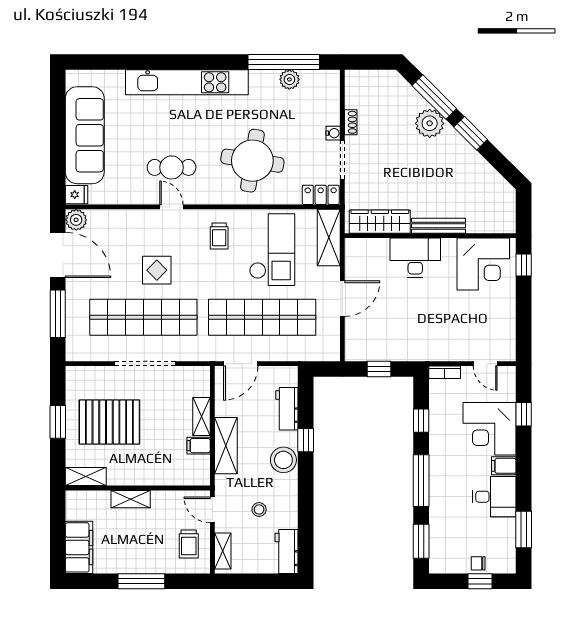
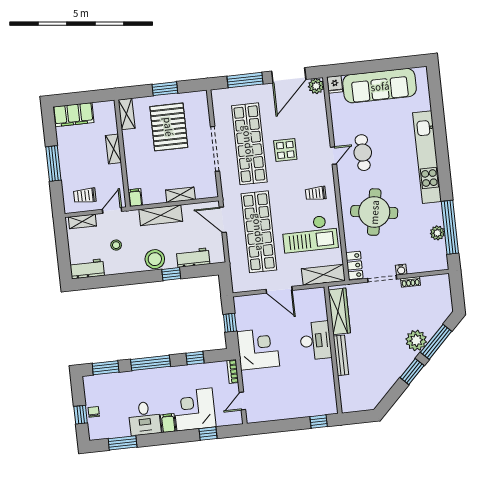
corner desk: (483, 264) -> (258, 349), moved, turned 180
filing cabinet: (199, 446) -> (135, 198), moved

